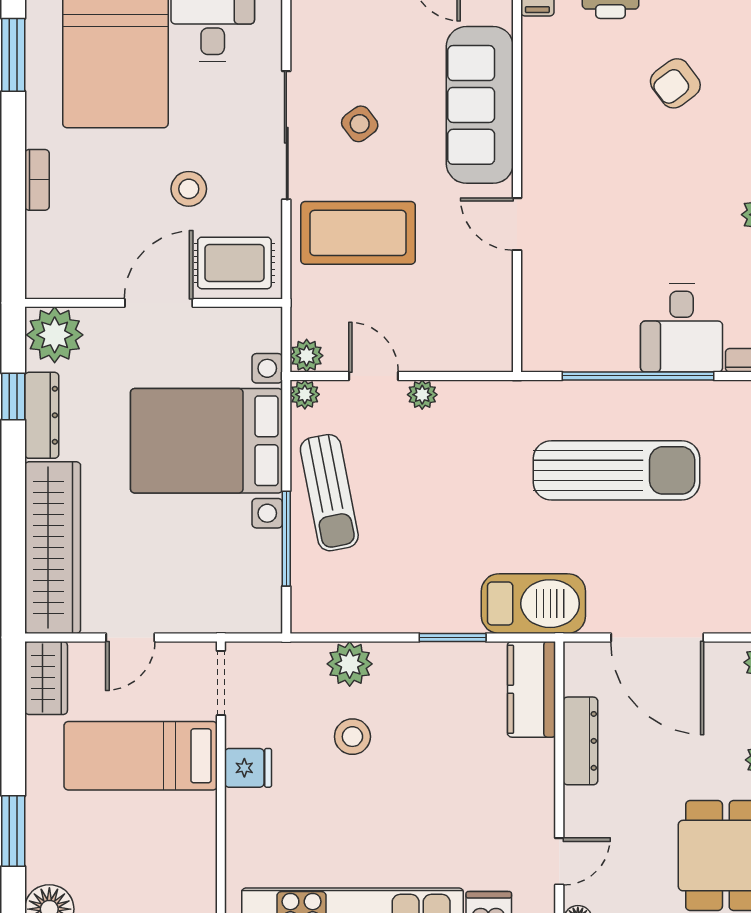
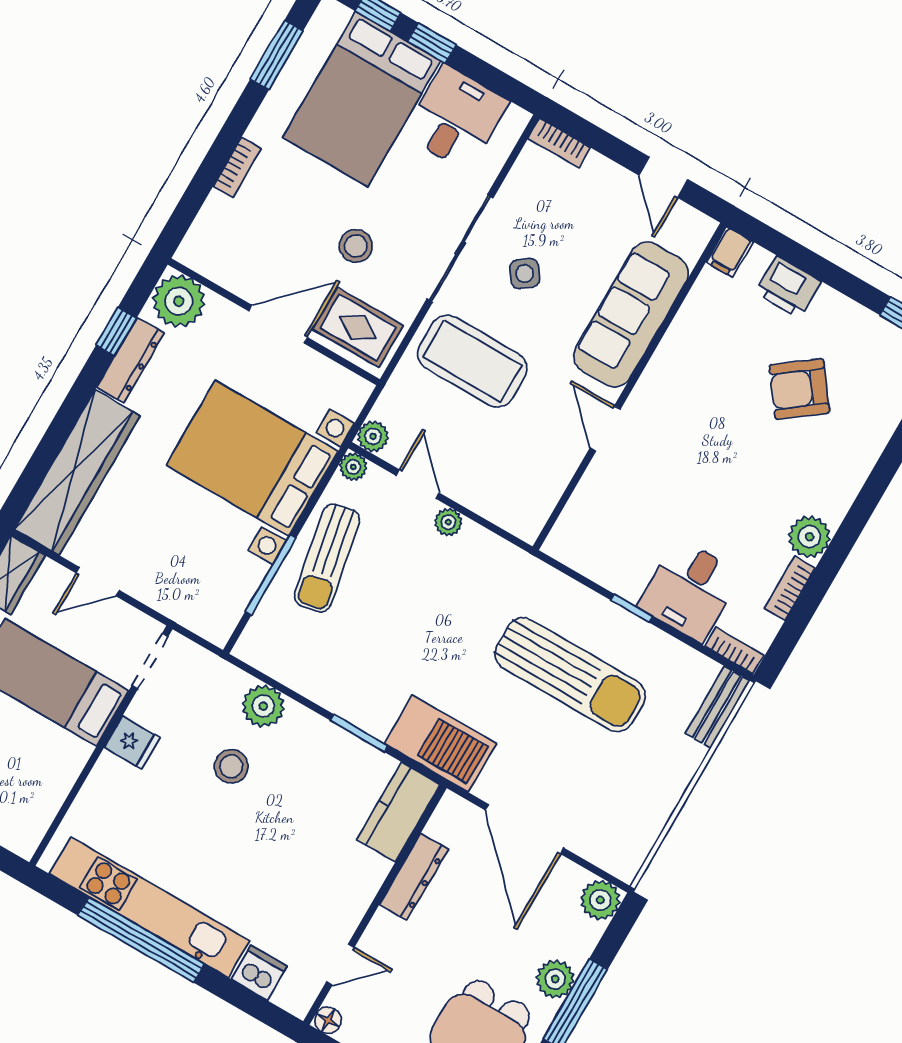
armchair: (675, 83) -> (799, 389), width x1.38, depth x1.38
window: (638, 376) -> (632, 608), width x0.32

